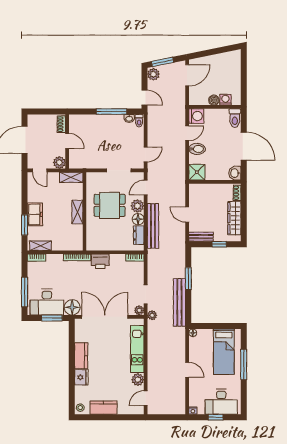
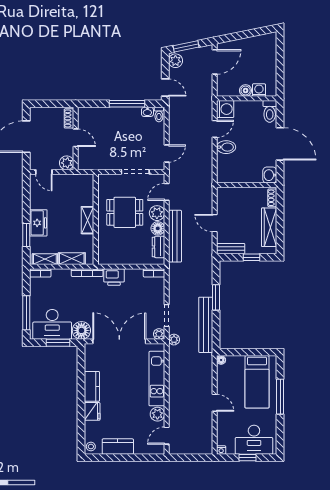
shower: (197, 172) -> (226, 174), removed
shelving: (71, 177) -> (72, 259), moved

